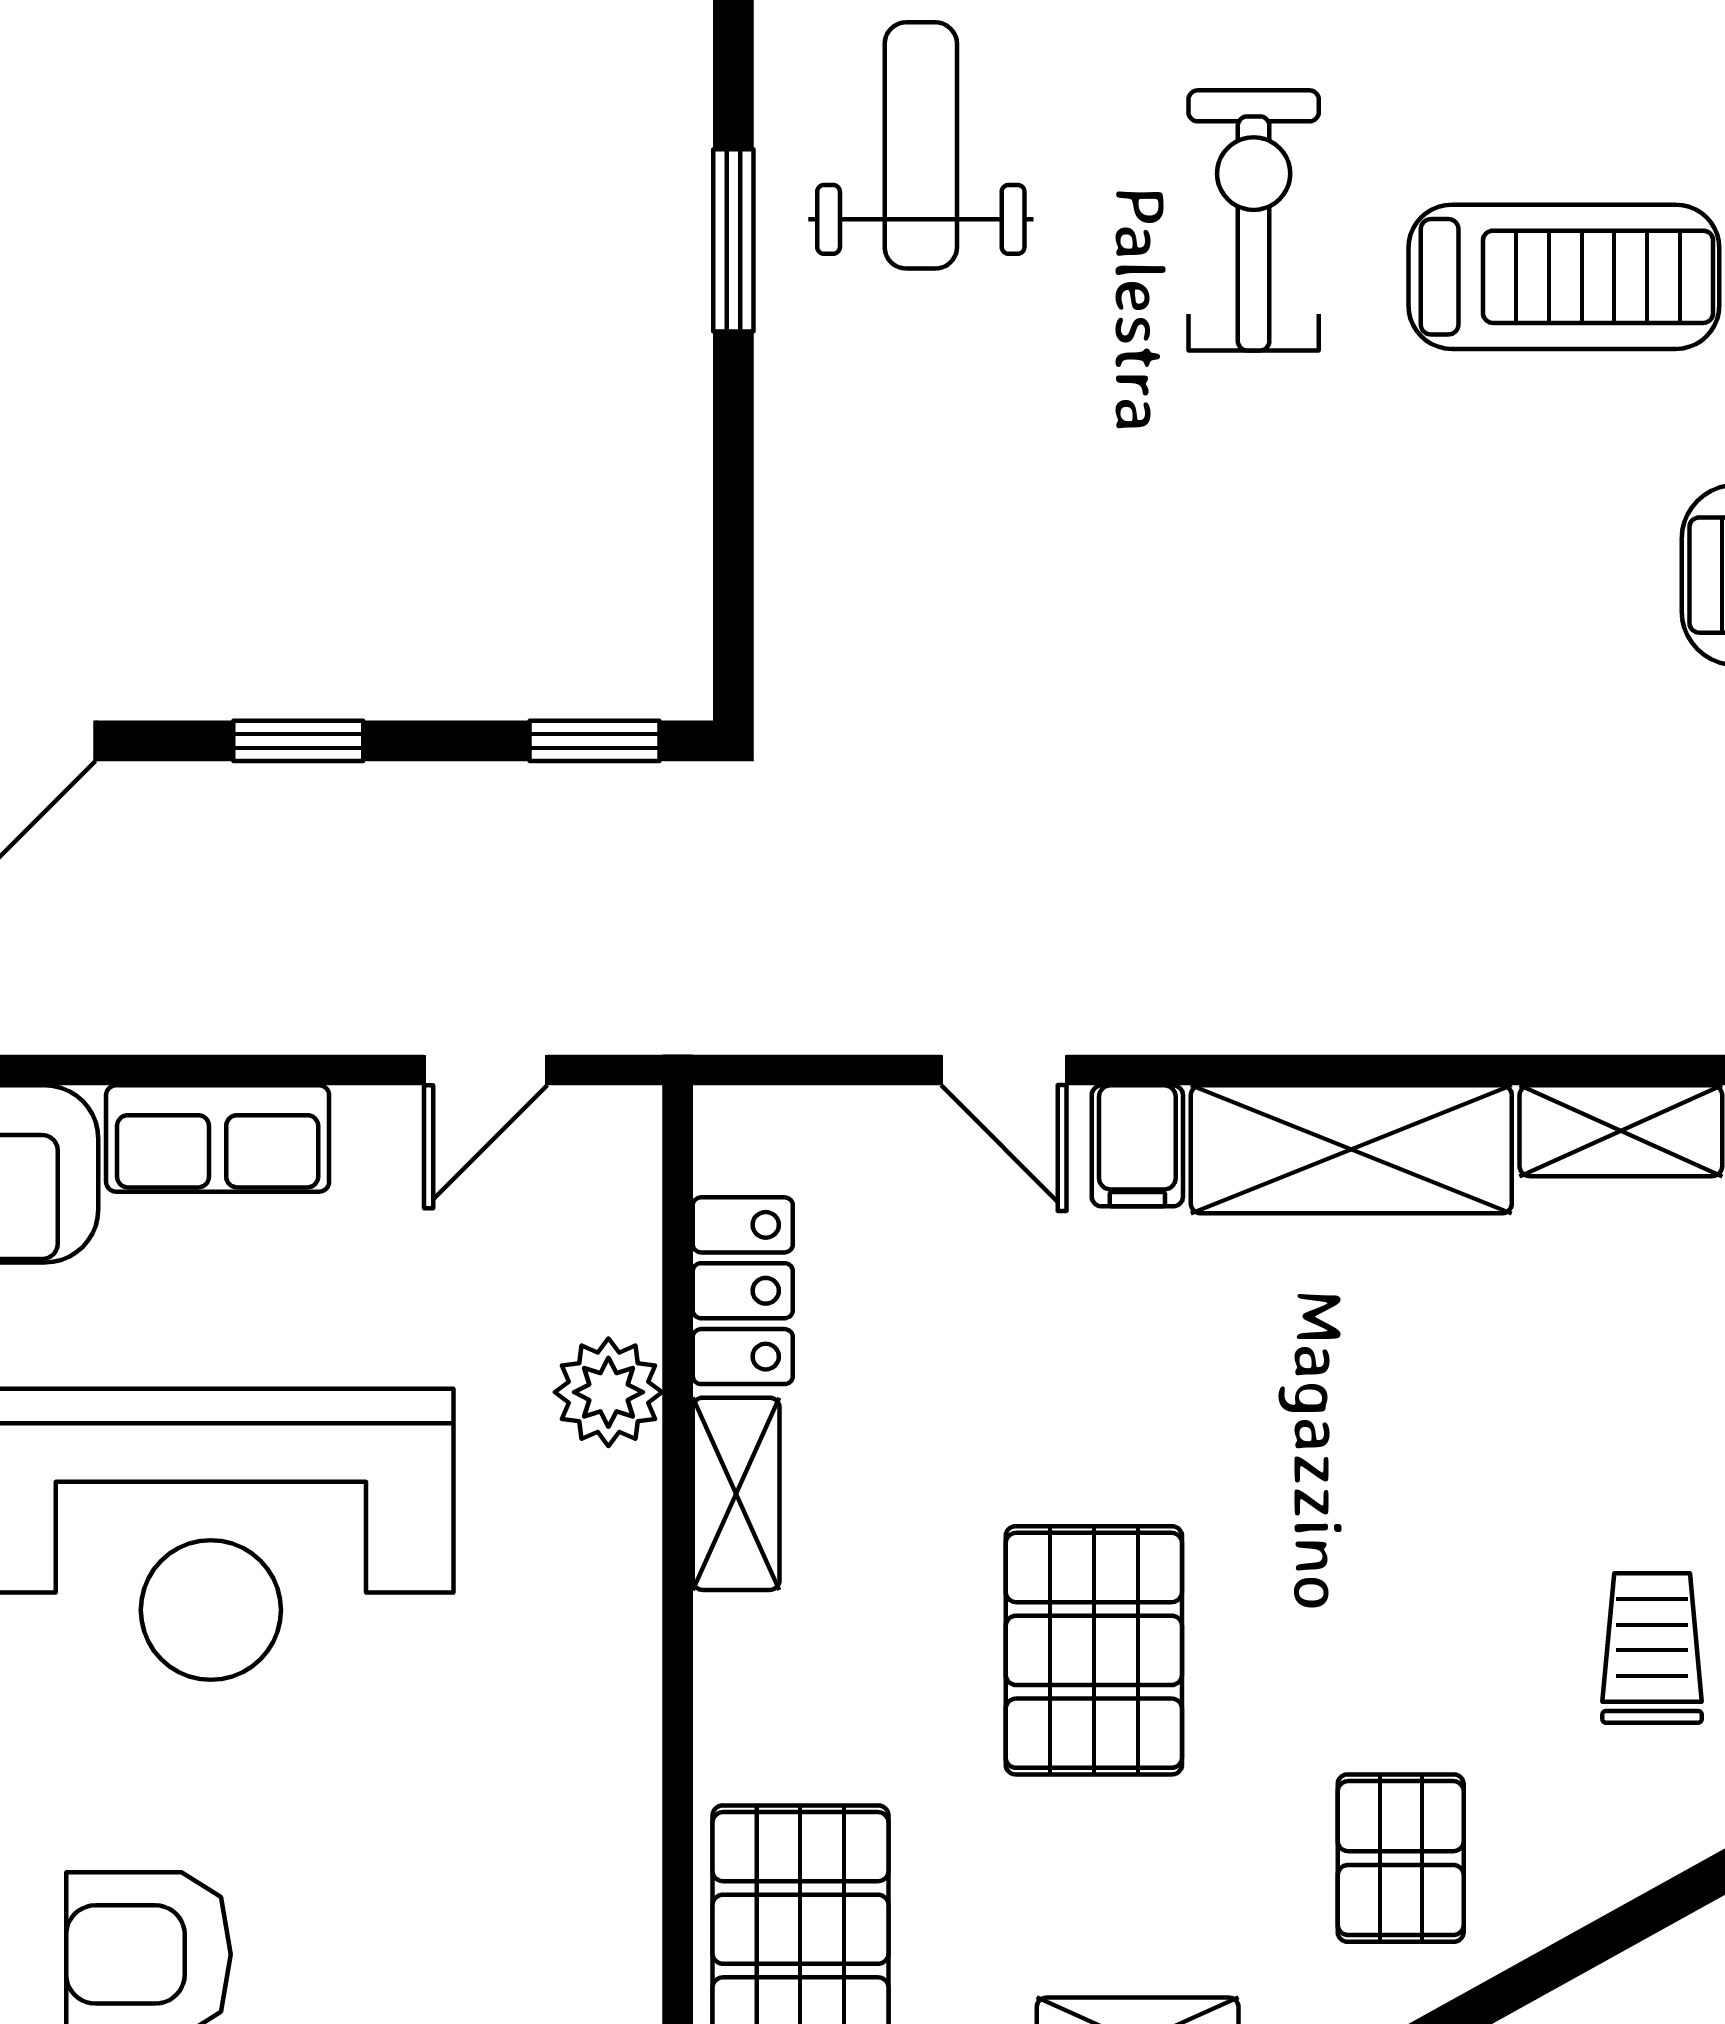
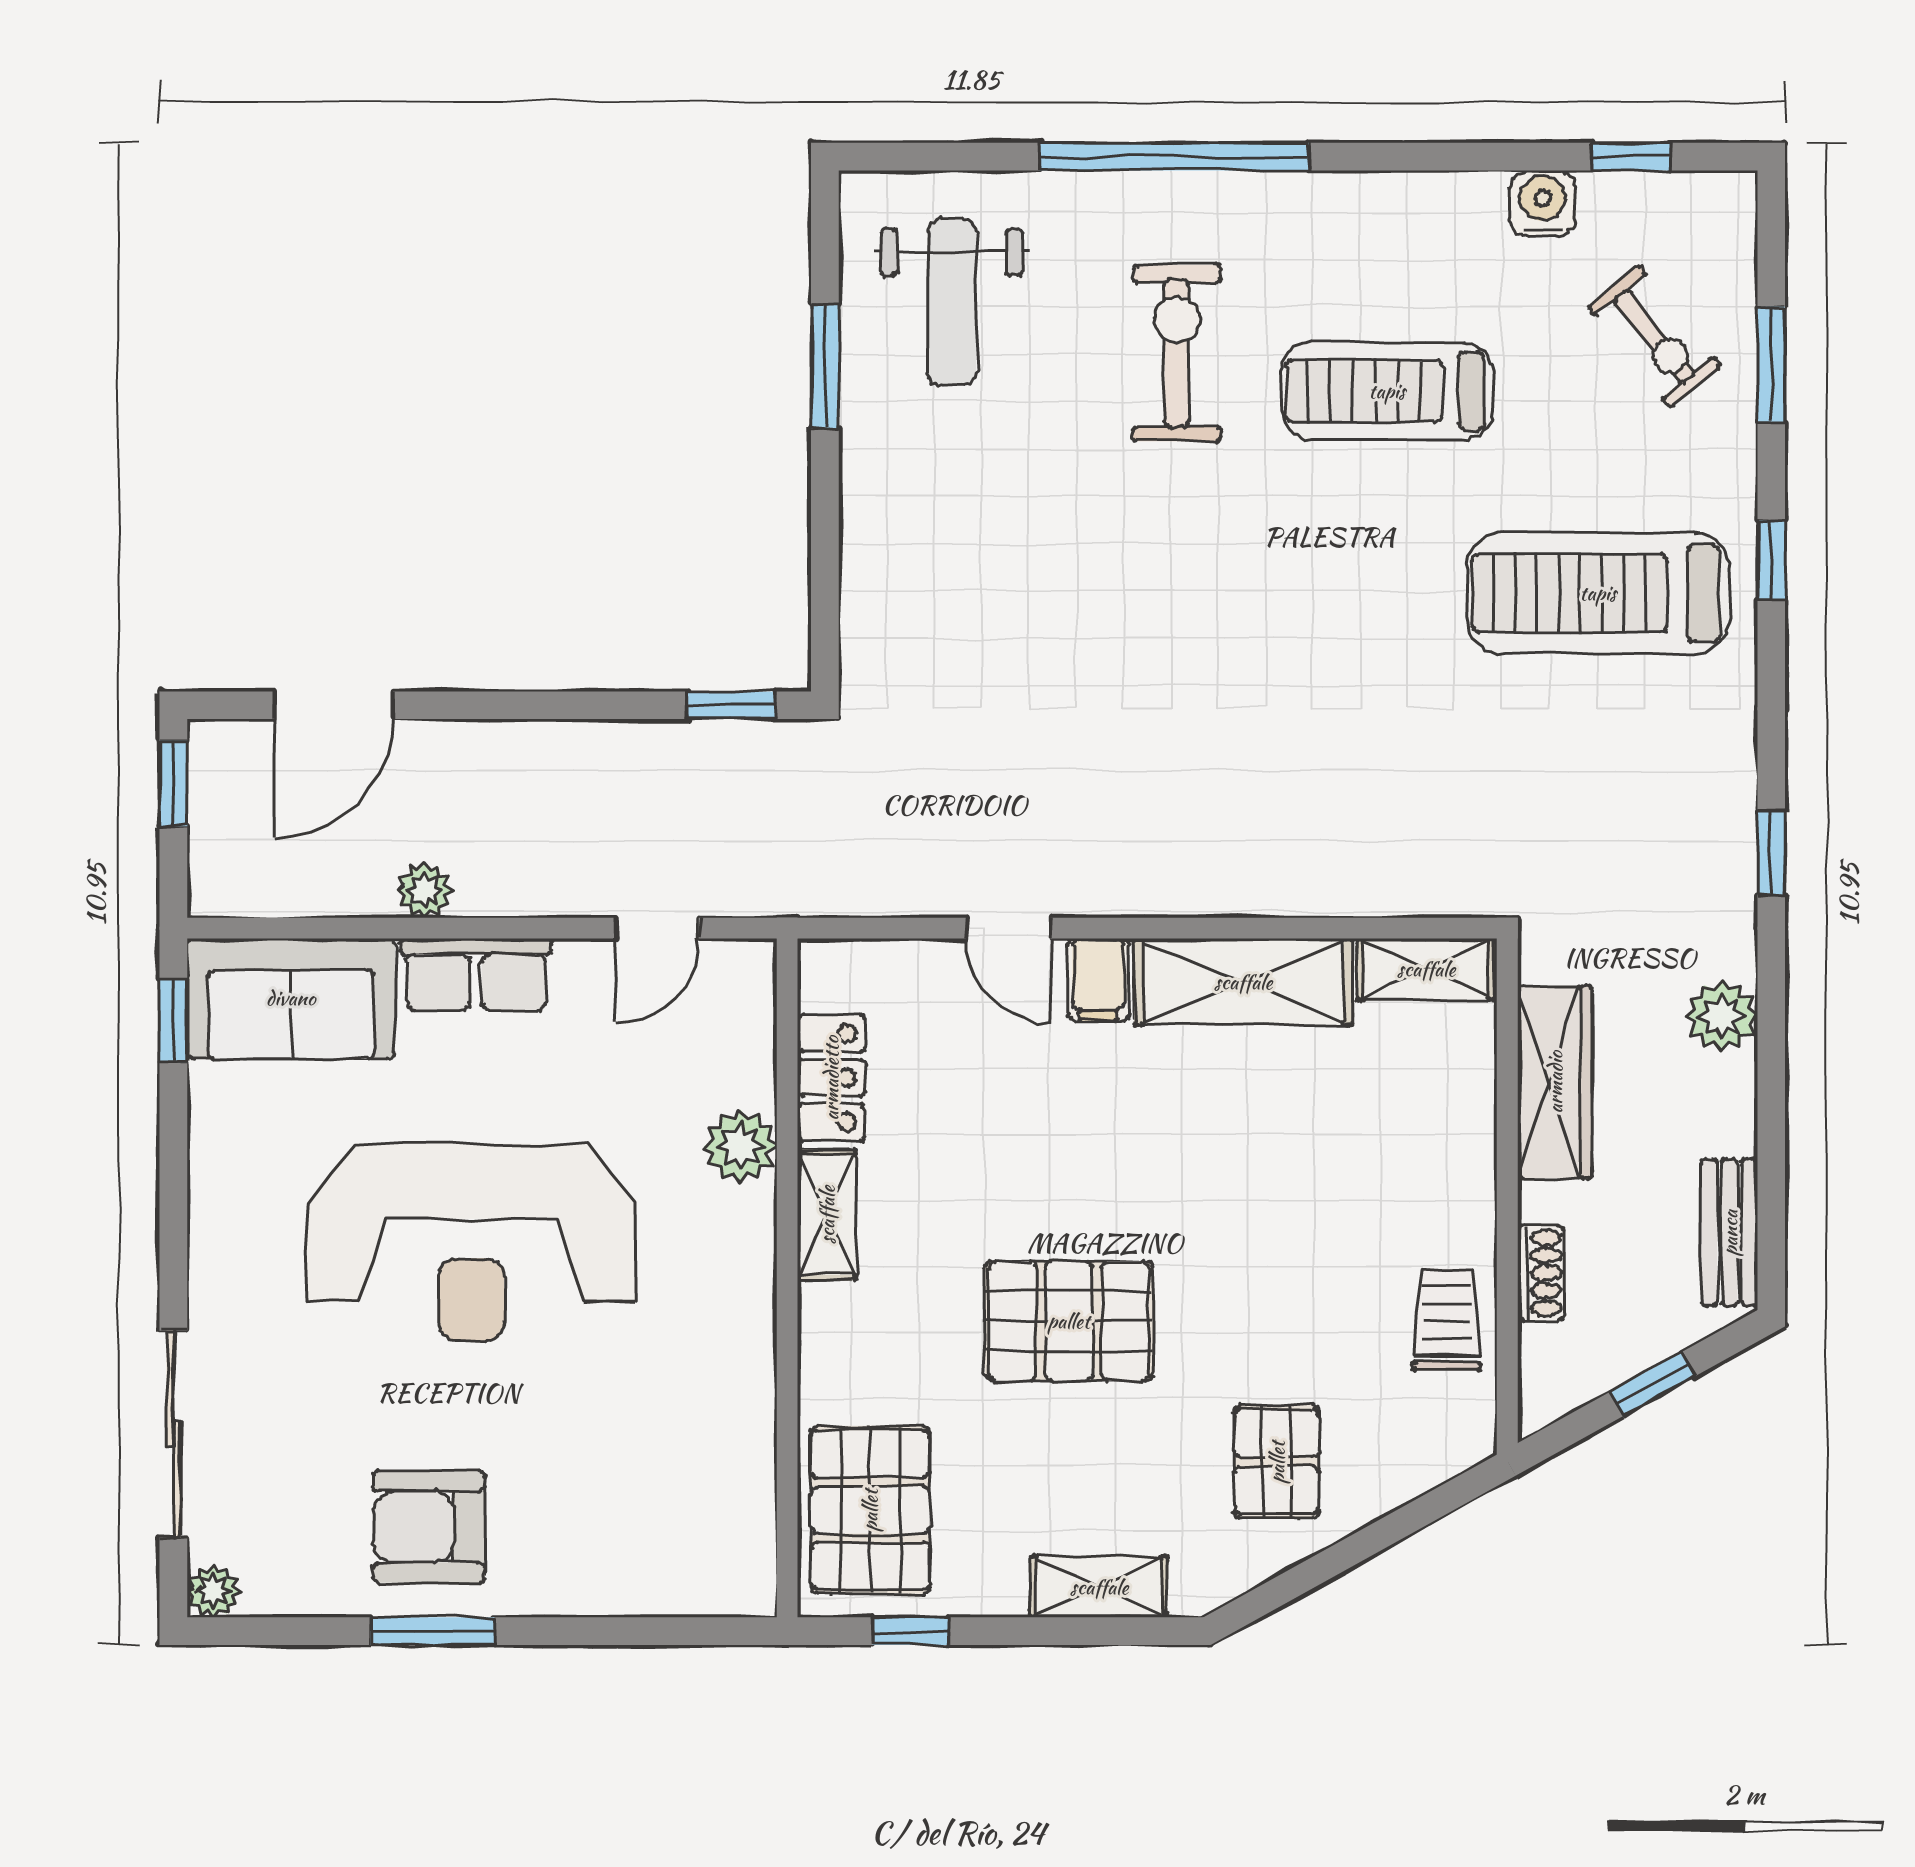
weight bench: (921, 145) -> (952, 302), turned 180
treadmill: (1564, 277) -> (1387, 391), turned 180
window: (298, 741) -> (530, 705), removed
plant: (142, 1014) -> (424, 890), added
pallet: (1094, 1650) -> (1069, 1321), turned 90

